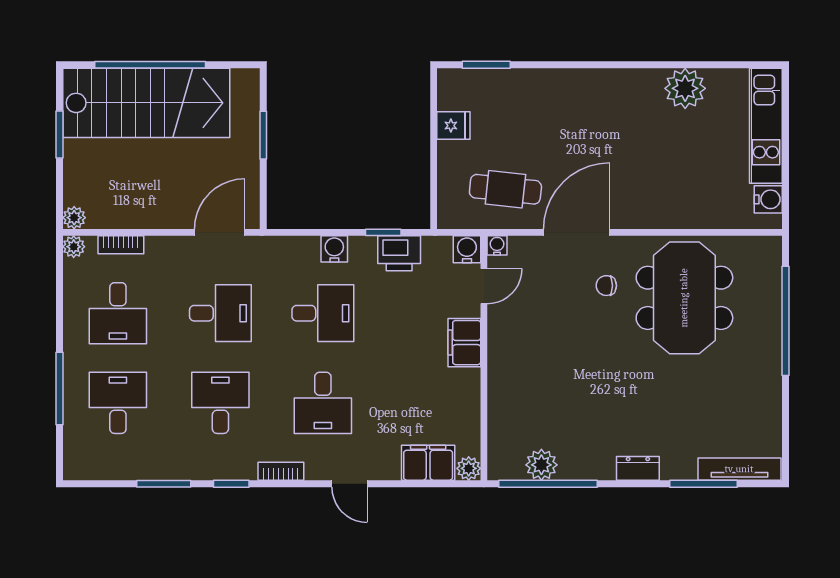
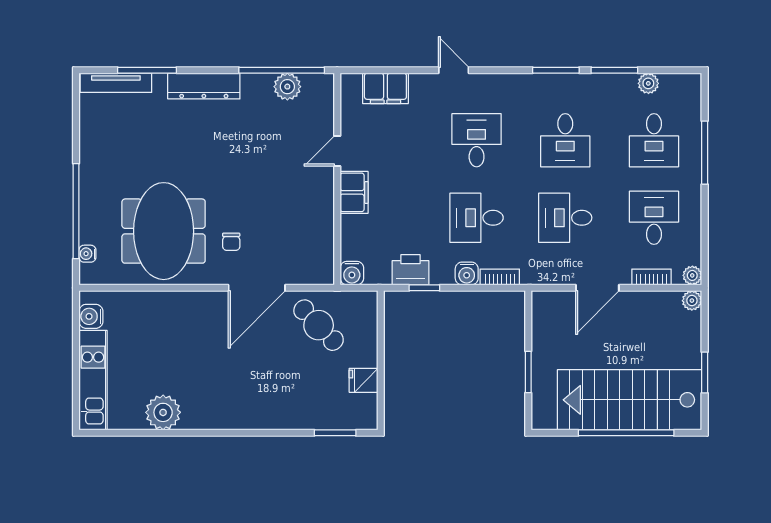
cafe table: (505, 189) -> (319, 325), turned 40
door: (220, 232) -> (597, 288), moved
water cooler: (497, 245) -> (87, 254), moved, turned 90
door: (484, 286) -> (337, 151), moved
chair: (606, 286) -> (231, 242), turned 90
plant: (469, 468) -> (648, 83), moved
dresser: (638, 468) -> (204, 86), width x1.96, depth x1.24
bookcase: (281, 471) -> (500, 277), moved, turned 180
window: (231, 484) -> (556, 70), width x1.50

